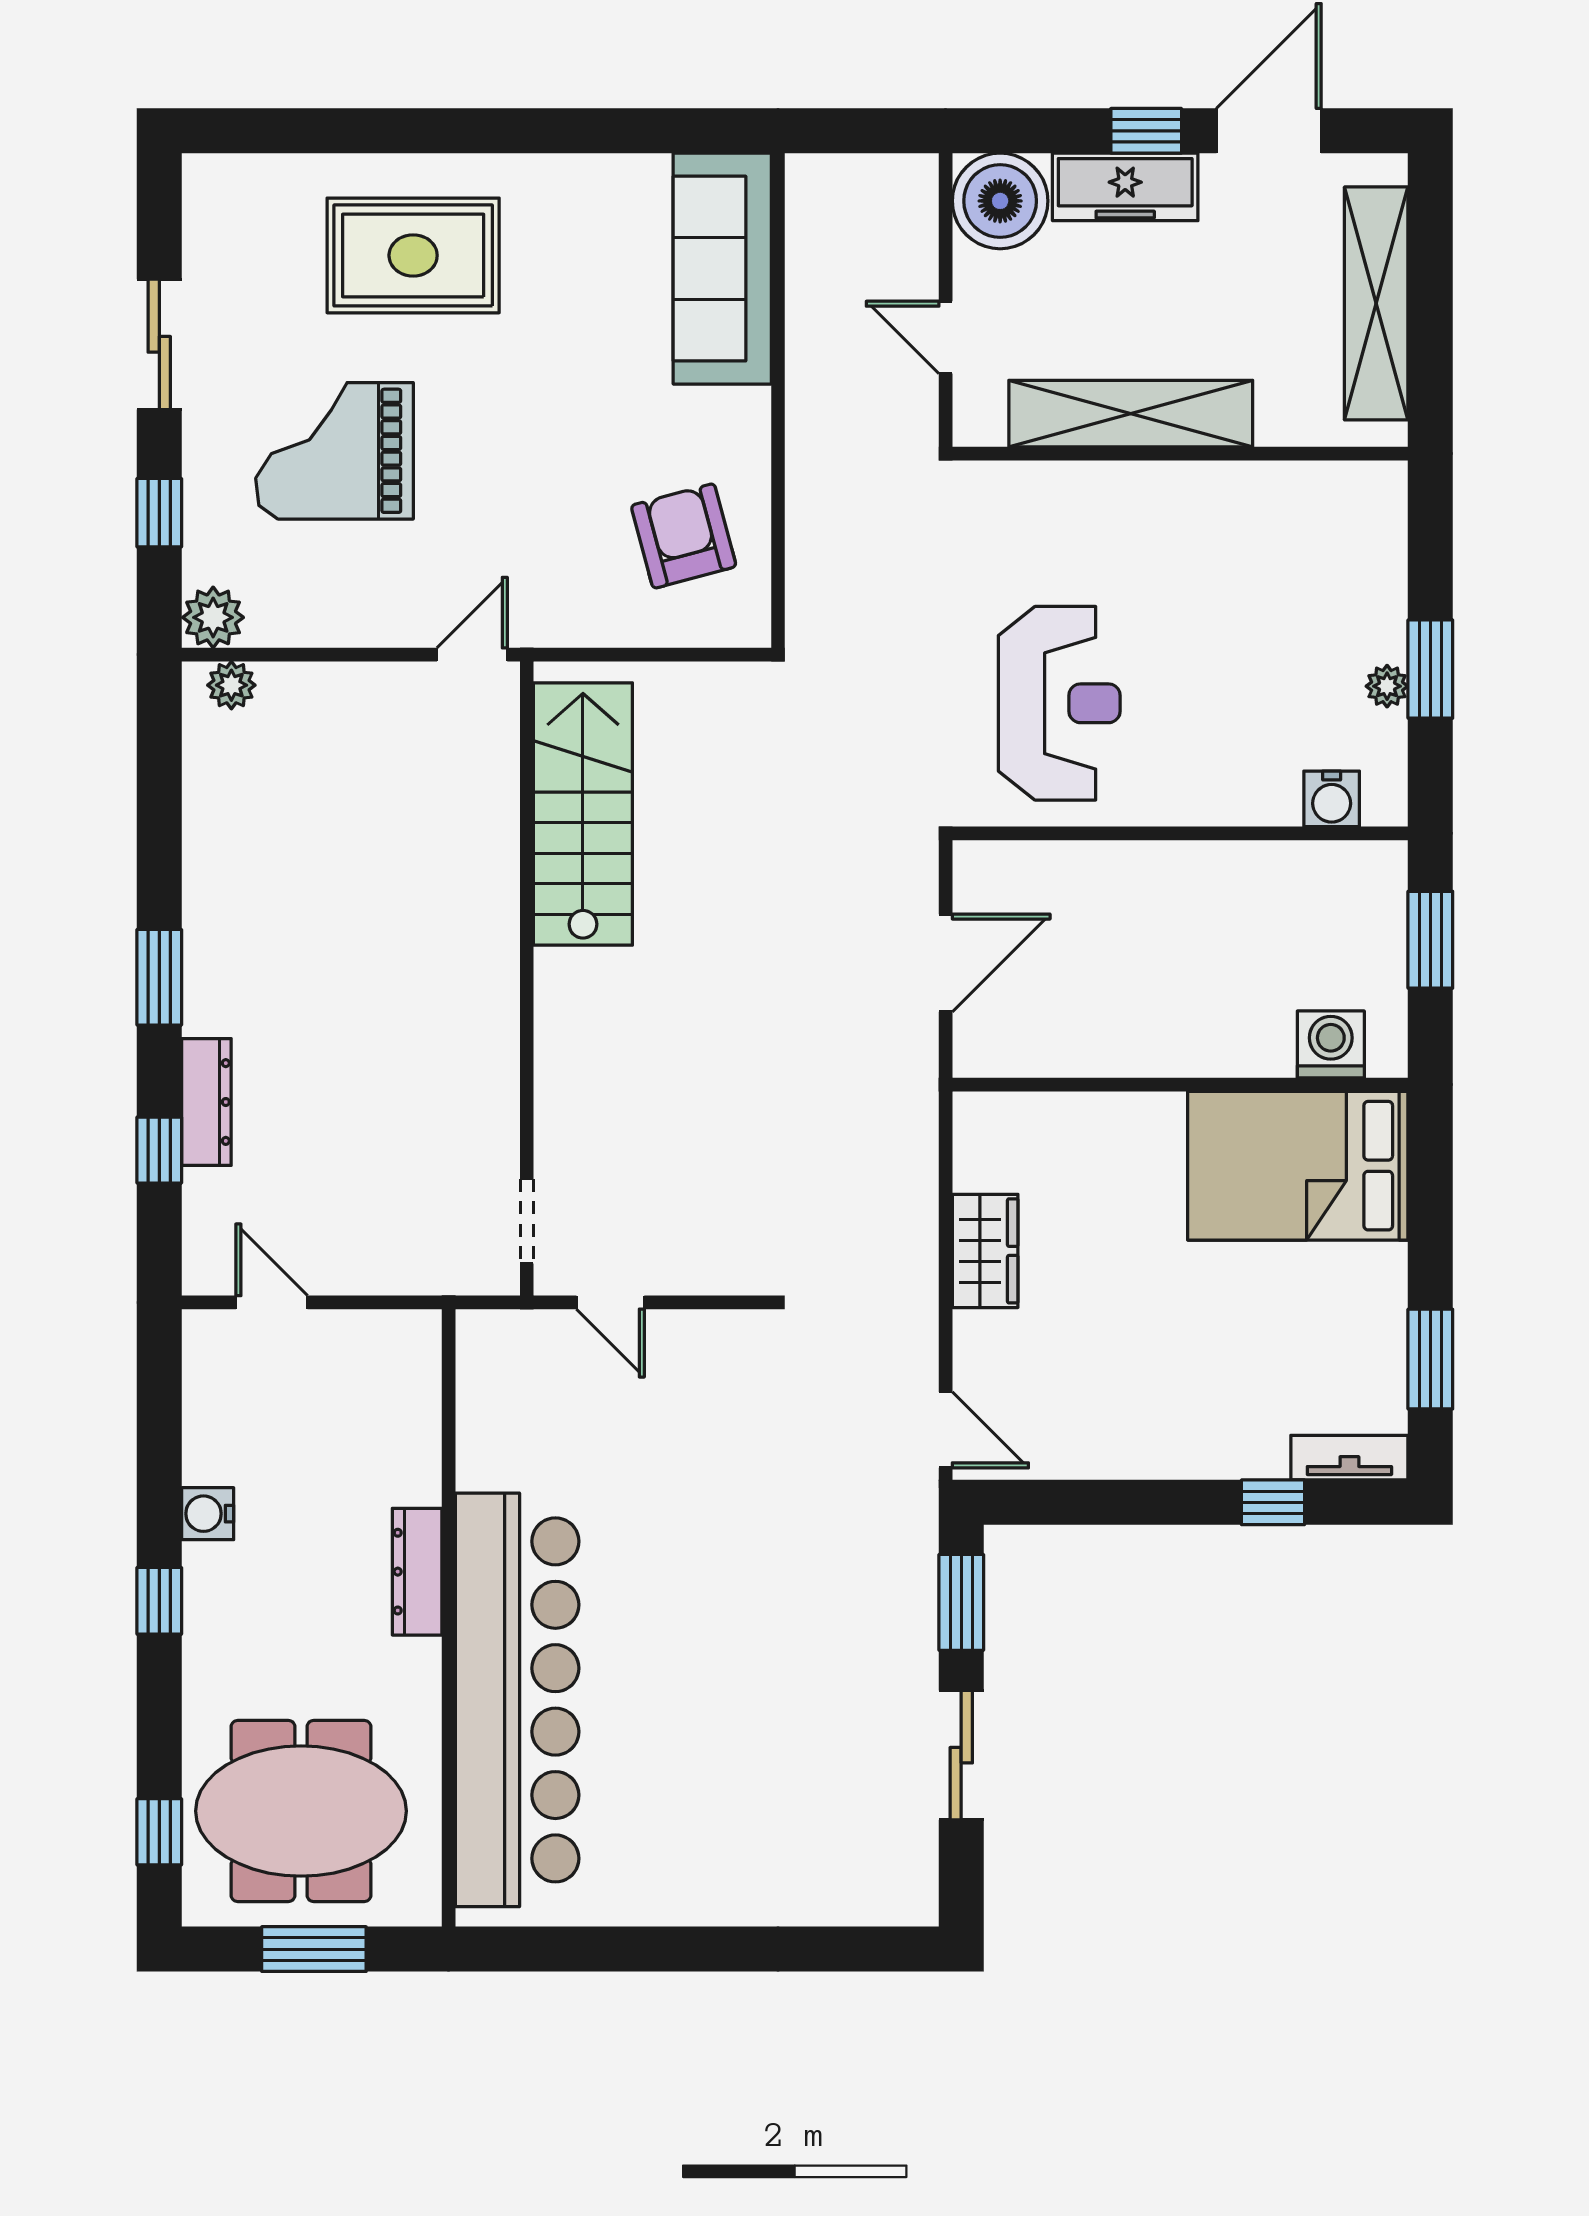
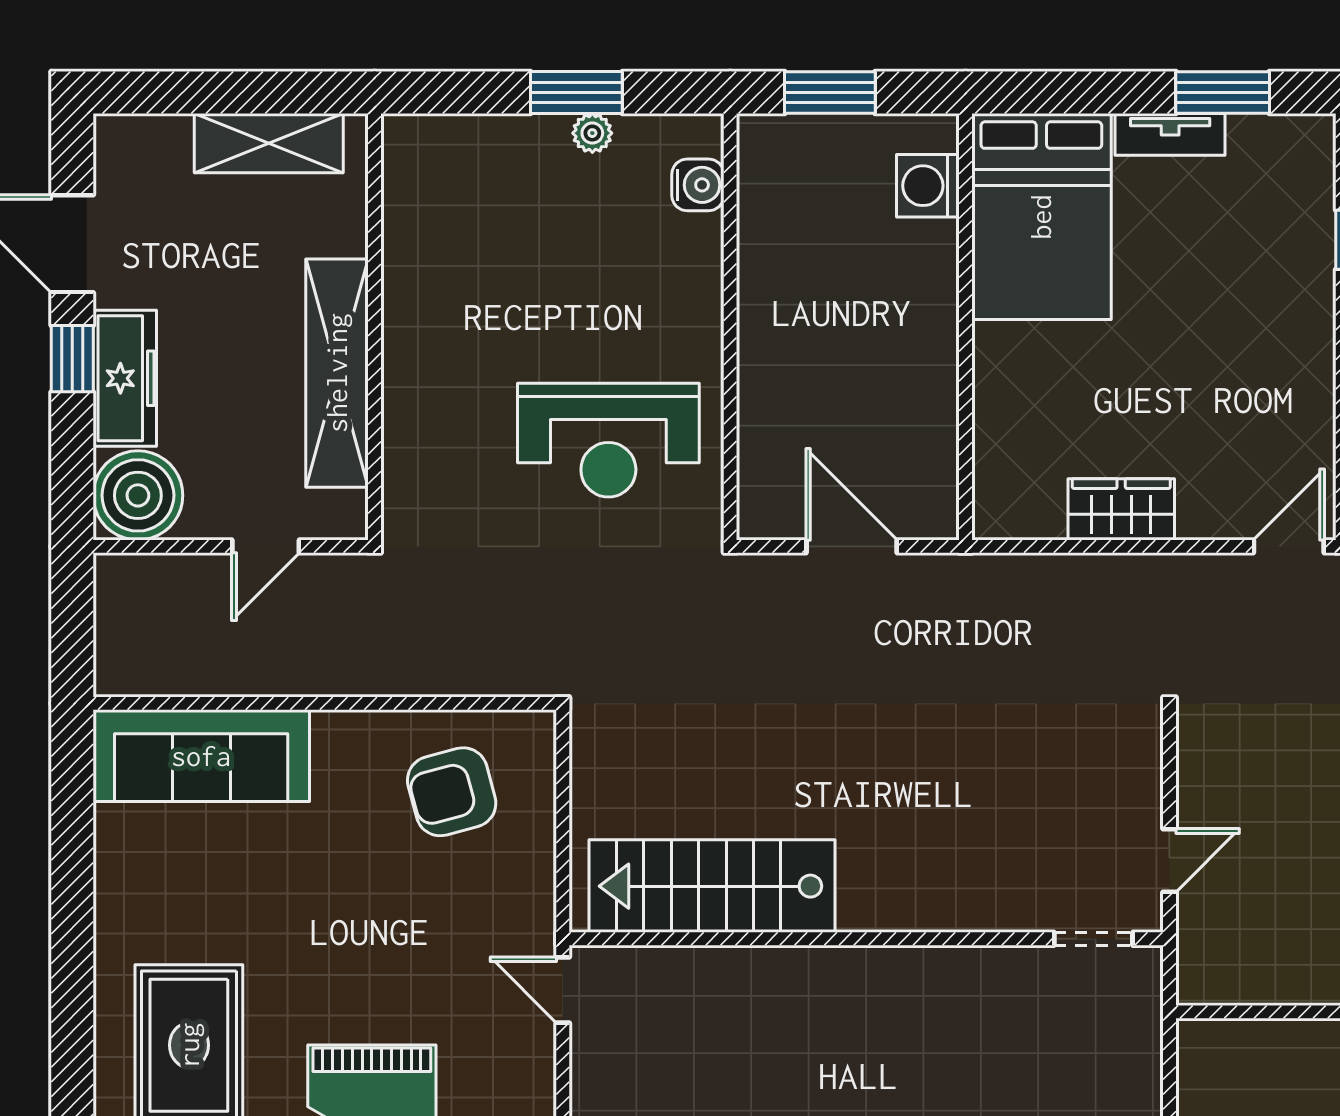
shelving: (1376, 303) -> (269, 143), width x0.68
reception desk: (1059, 703) -> (608, 440), turned 180
tv unit: (1349, 1458) -> (1170, 134), moved, turned -90

